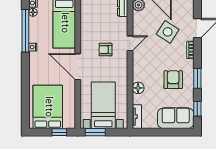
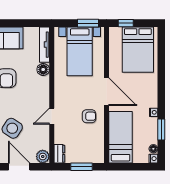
window: (25, 31) -> (161, 129), width x0.47
armchair: (105, 50) -> (89, 116), moved
tv unit: (137, 117) -> (44, 45), width x1.41

